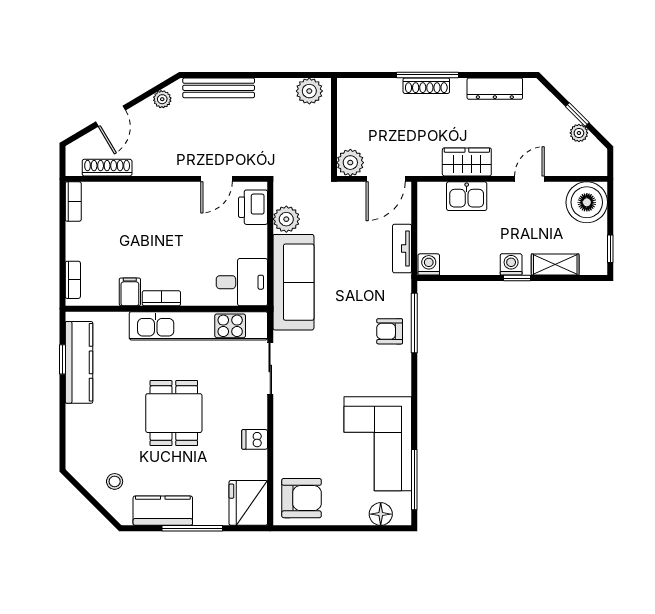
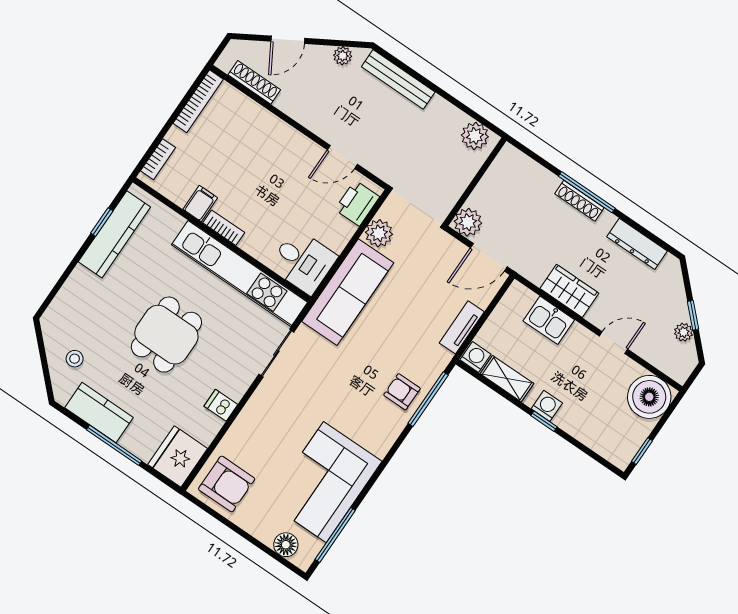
bookcase: (73, 202) -> (198, 101), width x1.56
shelving: (555, 265) -> (507, 379), moved

